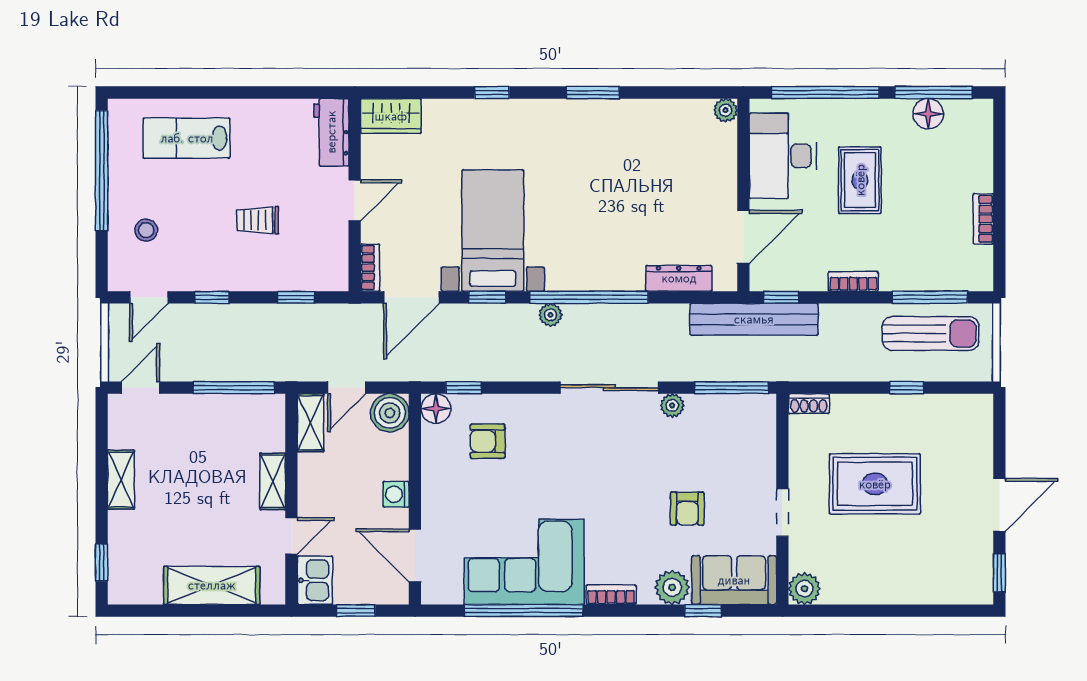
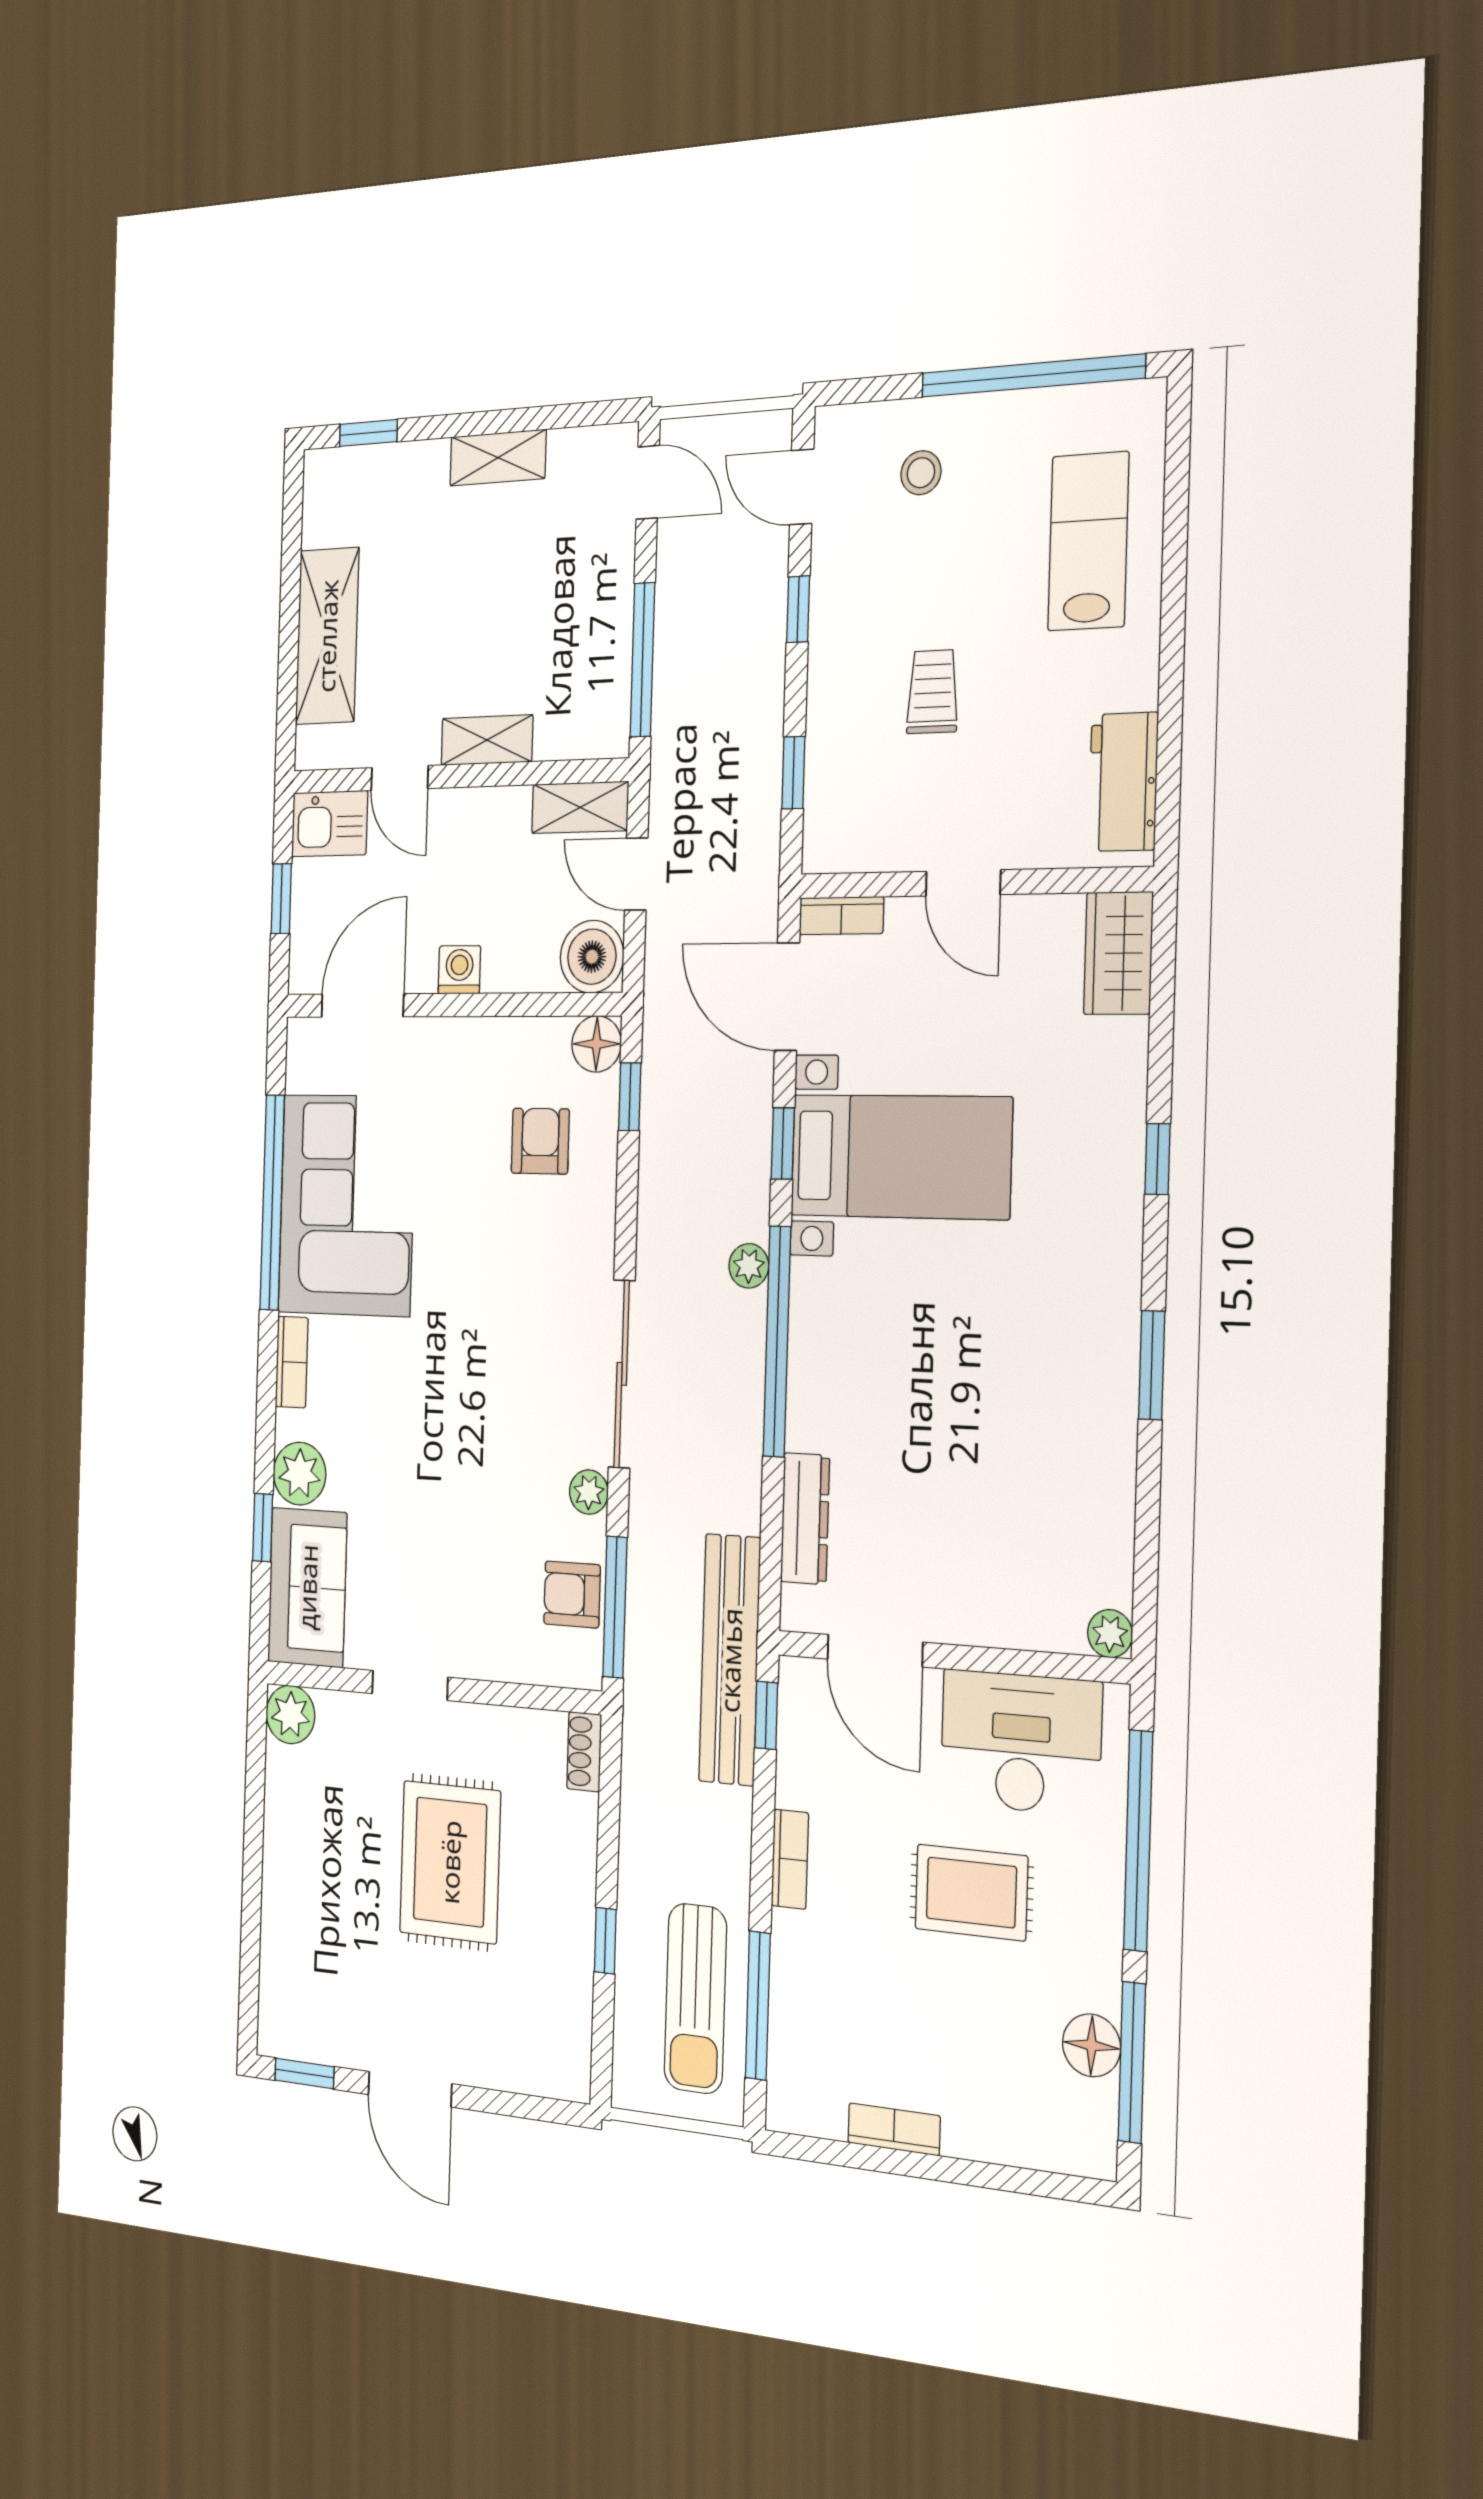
workbench: (331, 132) -> (1123, 782), moved, turned -90
armchair: (687, 509) -> (572, 1594), moved

